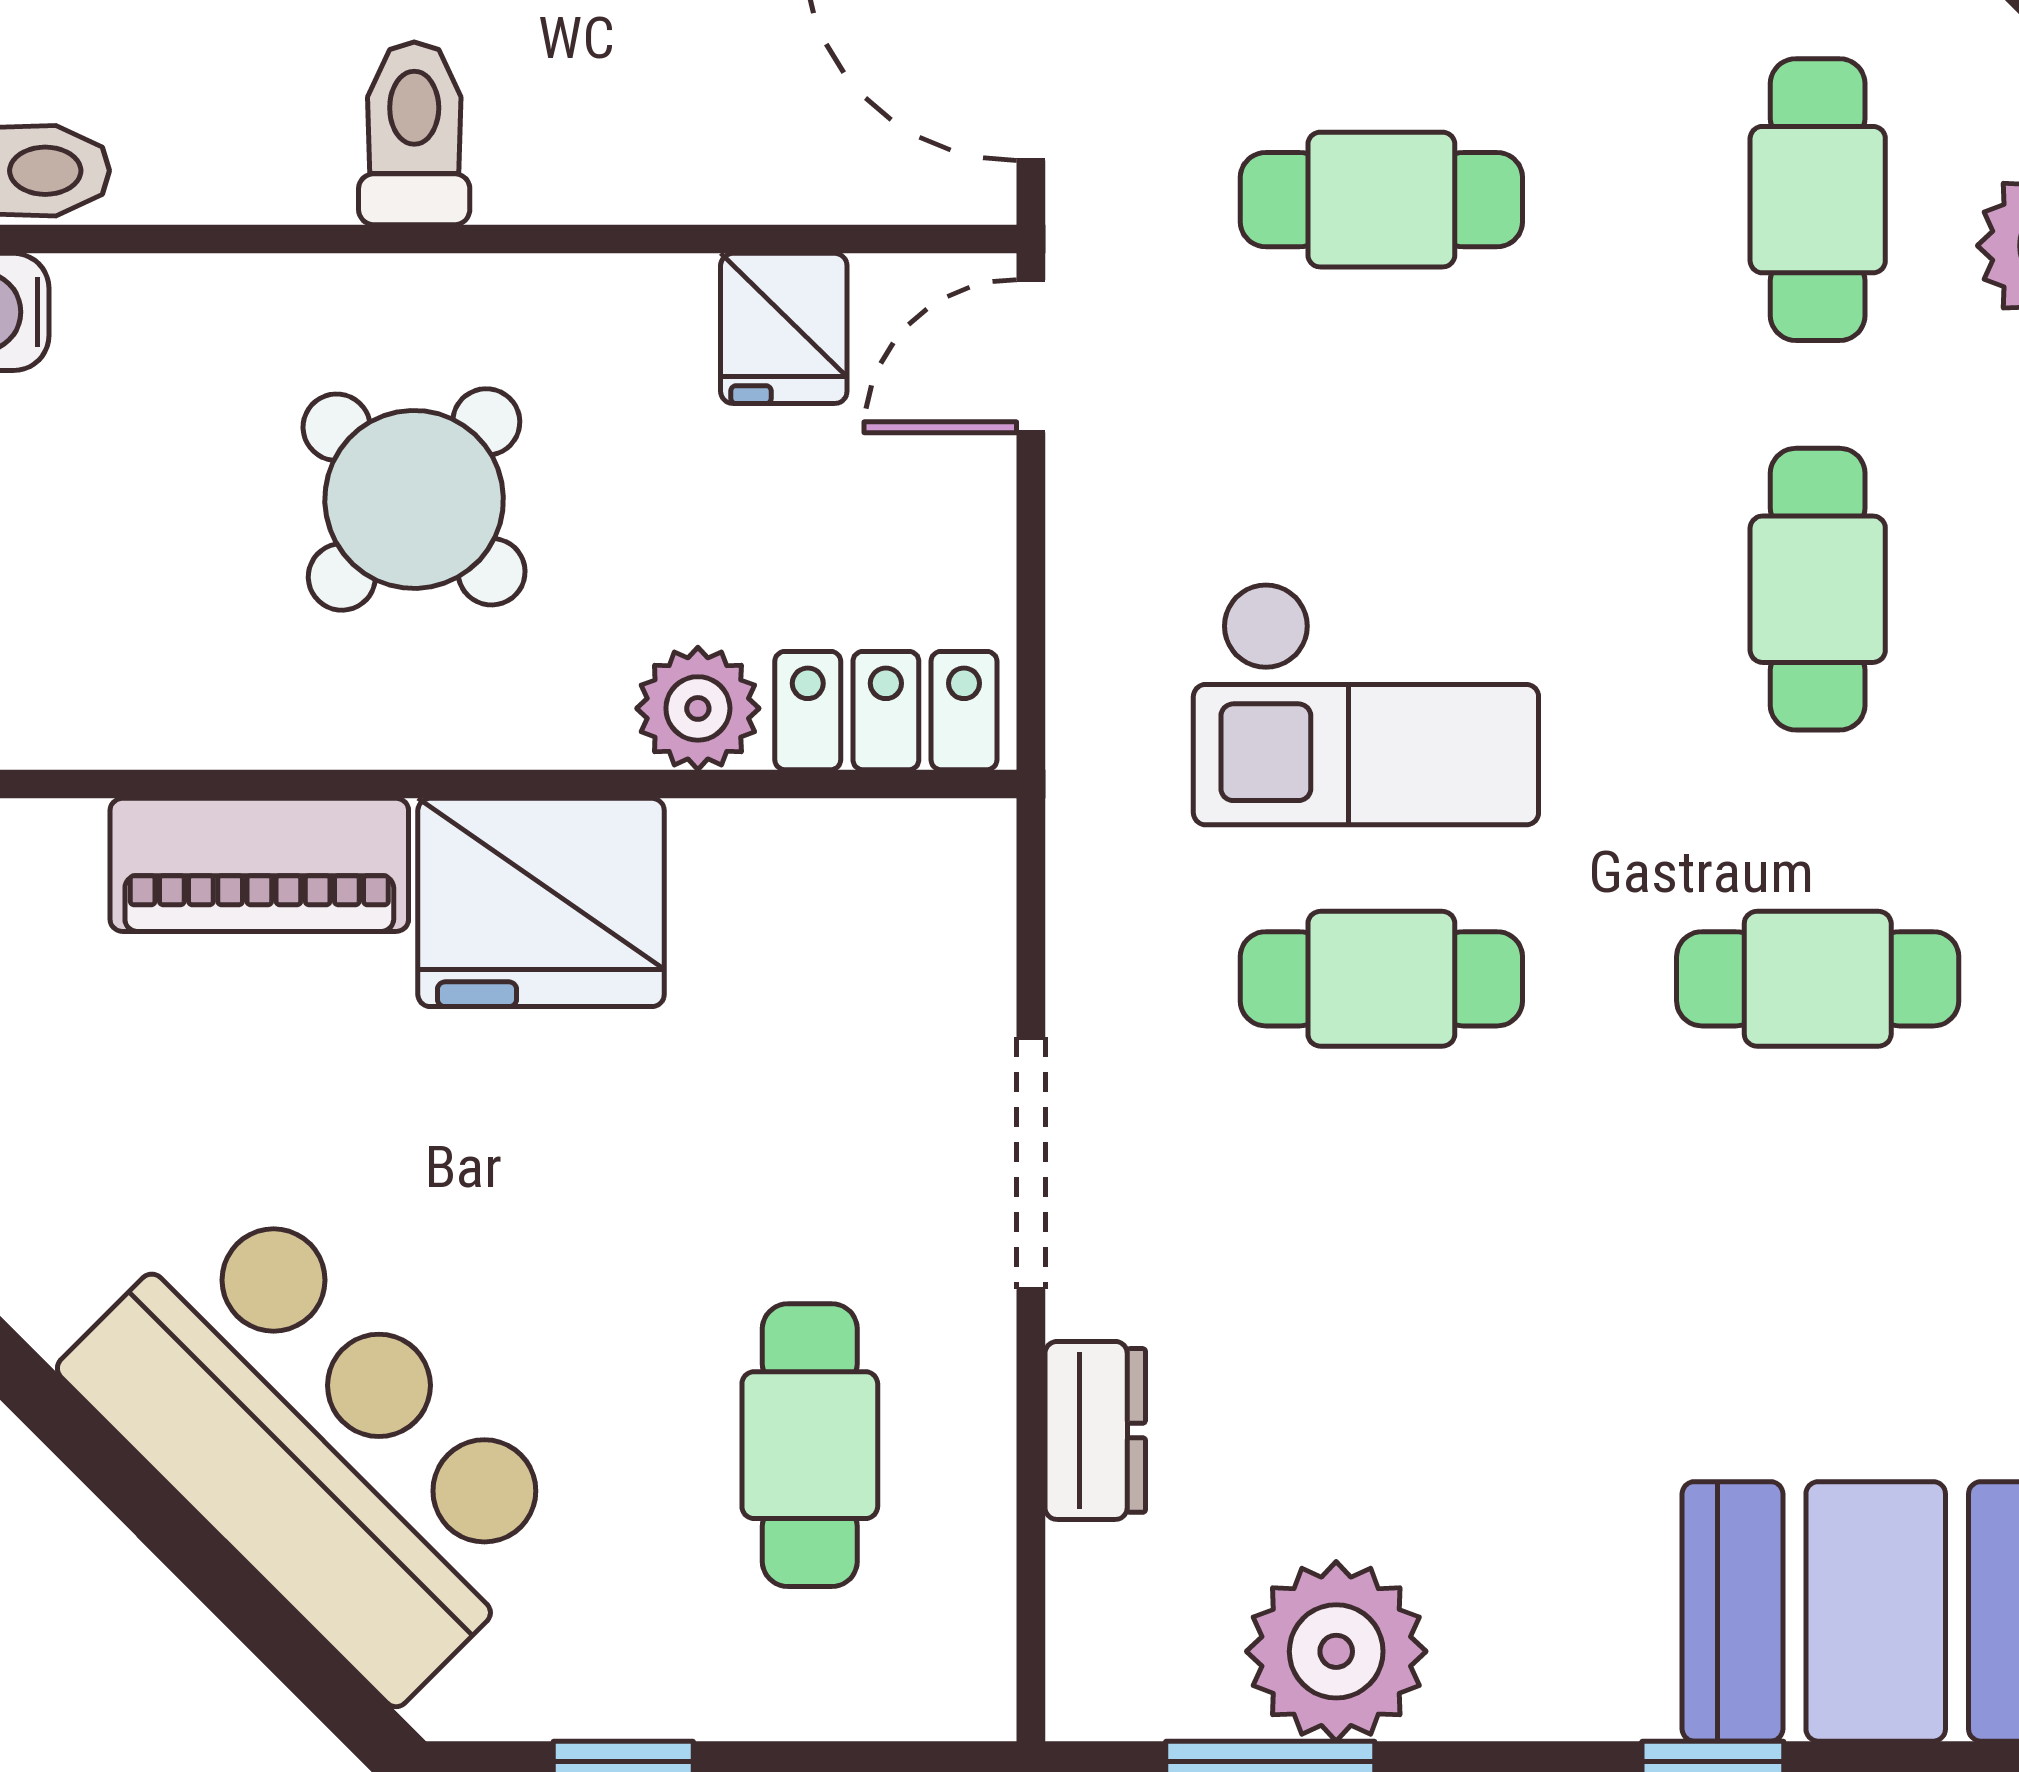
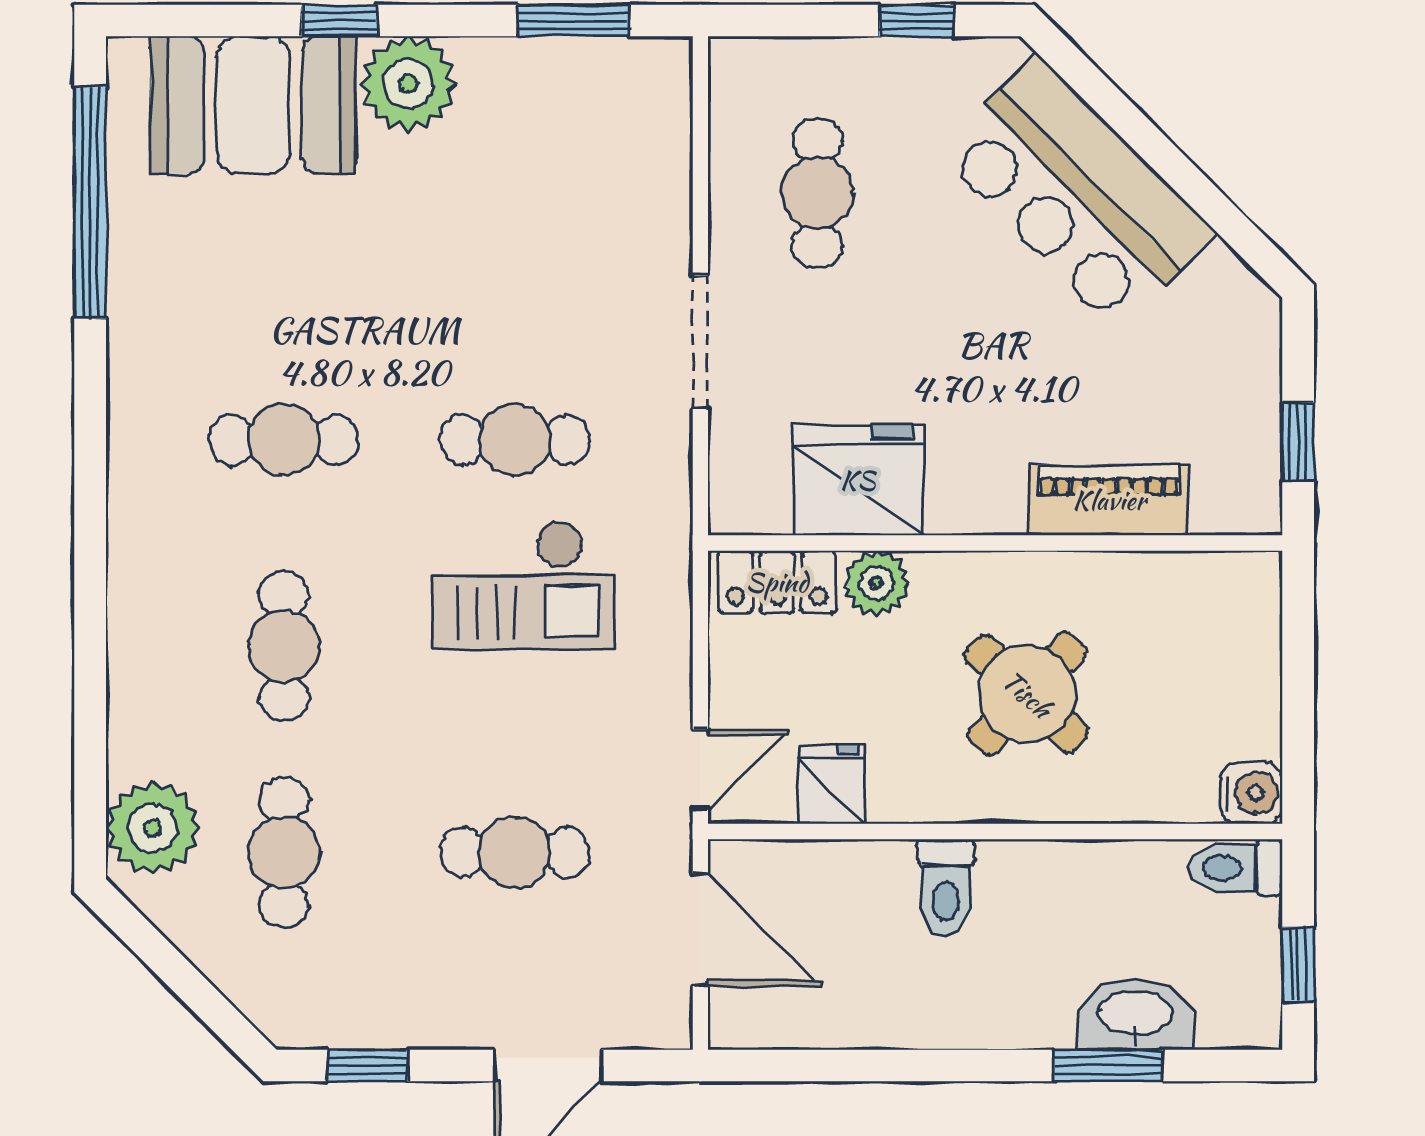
toilet: (414, 133) -> (946, 887), moved
checkout: (1366, 704) -> (523, 586), turned 180
fridge: (541, 902) -> (858, 480), moved
dresser: (1095, 1430) -> (666, 201), removed
plant: (1336, 1651) -> (408, 84), moved

